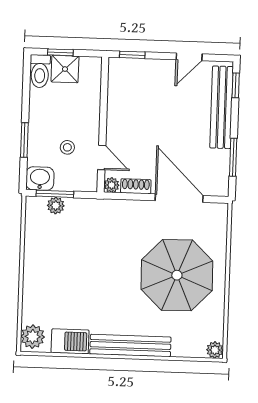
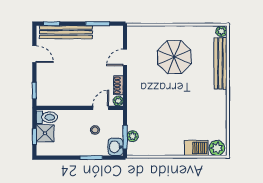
toilet: (40, 71) -> (47, 117), moved
door: (179, 198) -> (125, 57), width x0.53
parasol: (177, 275) -> (174, 57), width x0.73, depth x0.73
barbecue: (70, 341) -> (196, 148), moved, turned 90
bench: (130, 345) -> (220, 63), moved

